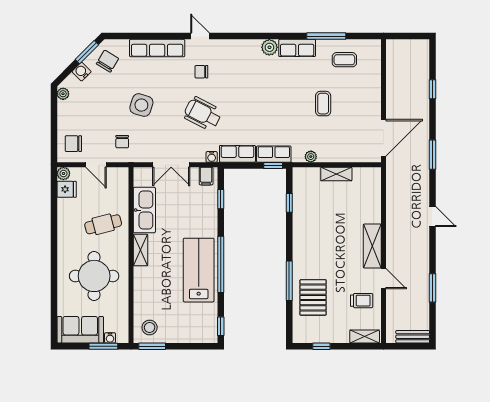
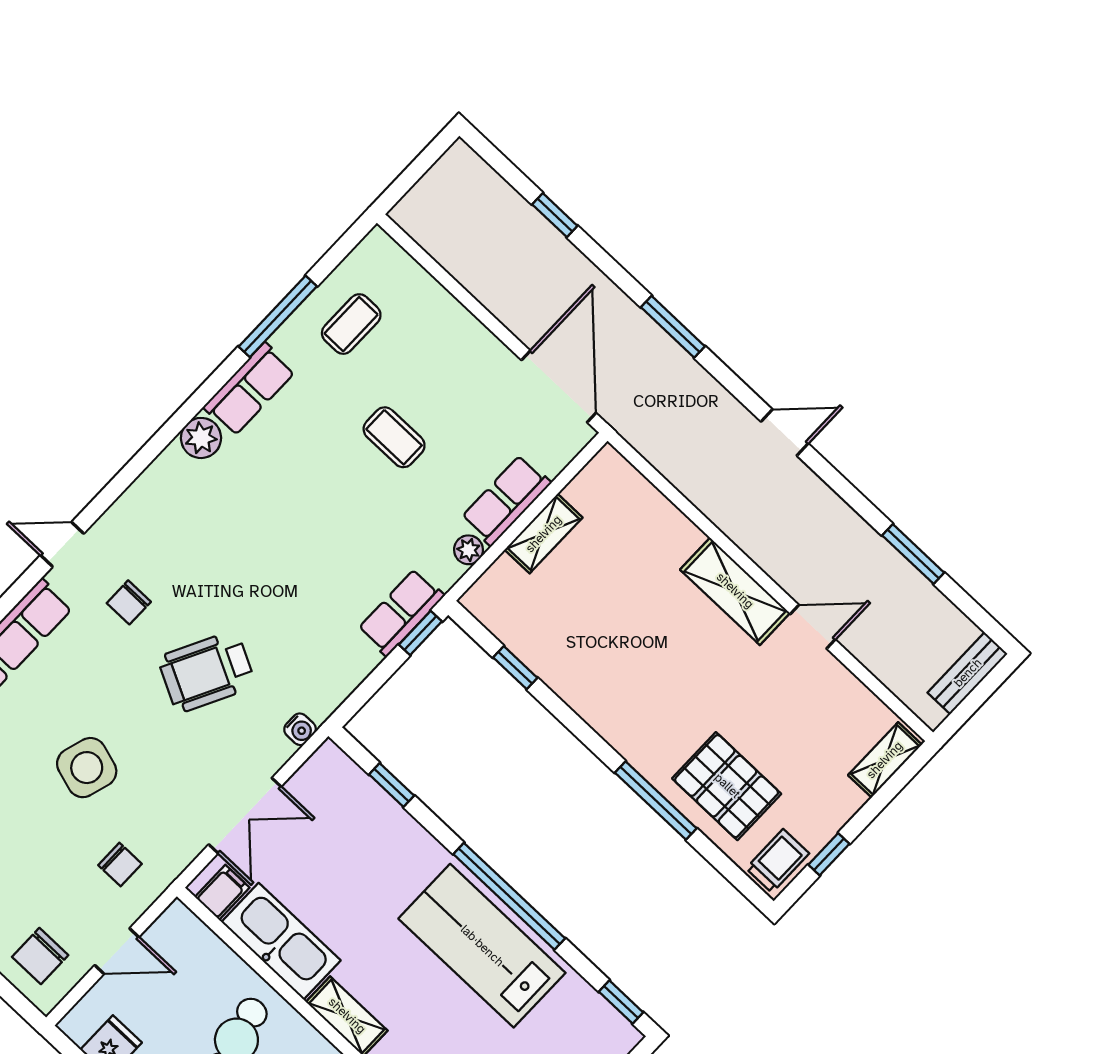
row of seats: (237, 154) -> (506, 500), moved
plant: (63, 174) -> (77, 1025), removed
filing cabinet: (206, 176) -> (222, 892), moved, turned -90
trolley: (362, 301) -> (778, 861), moved

